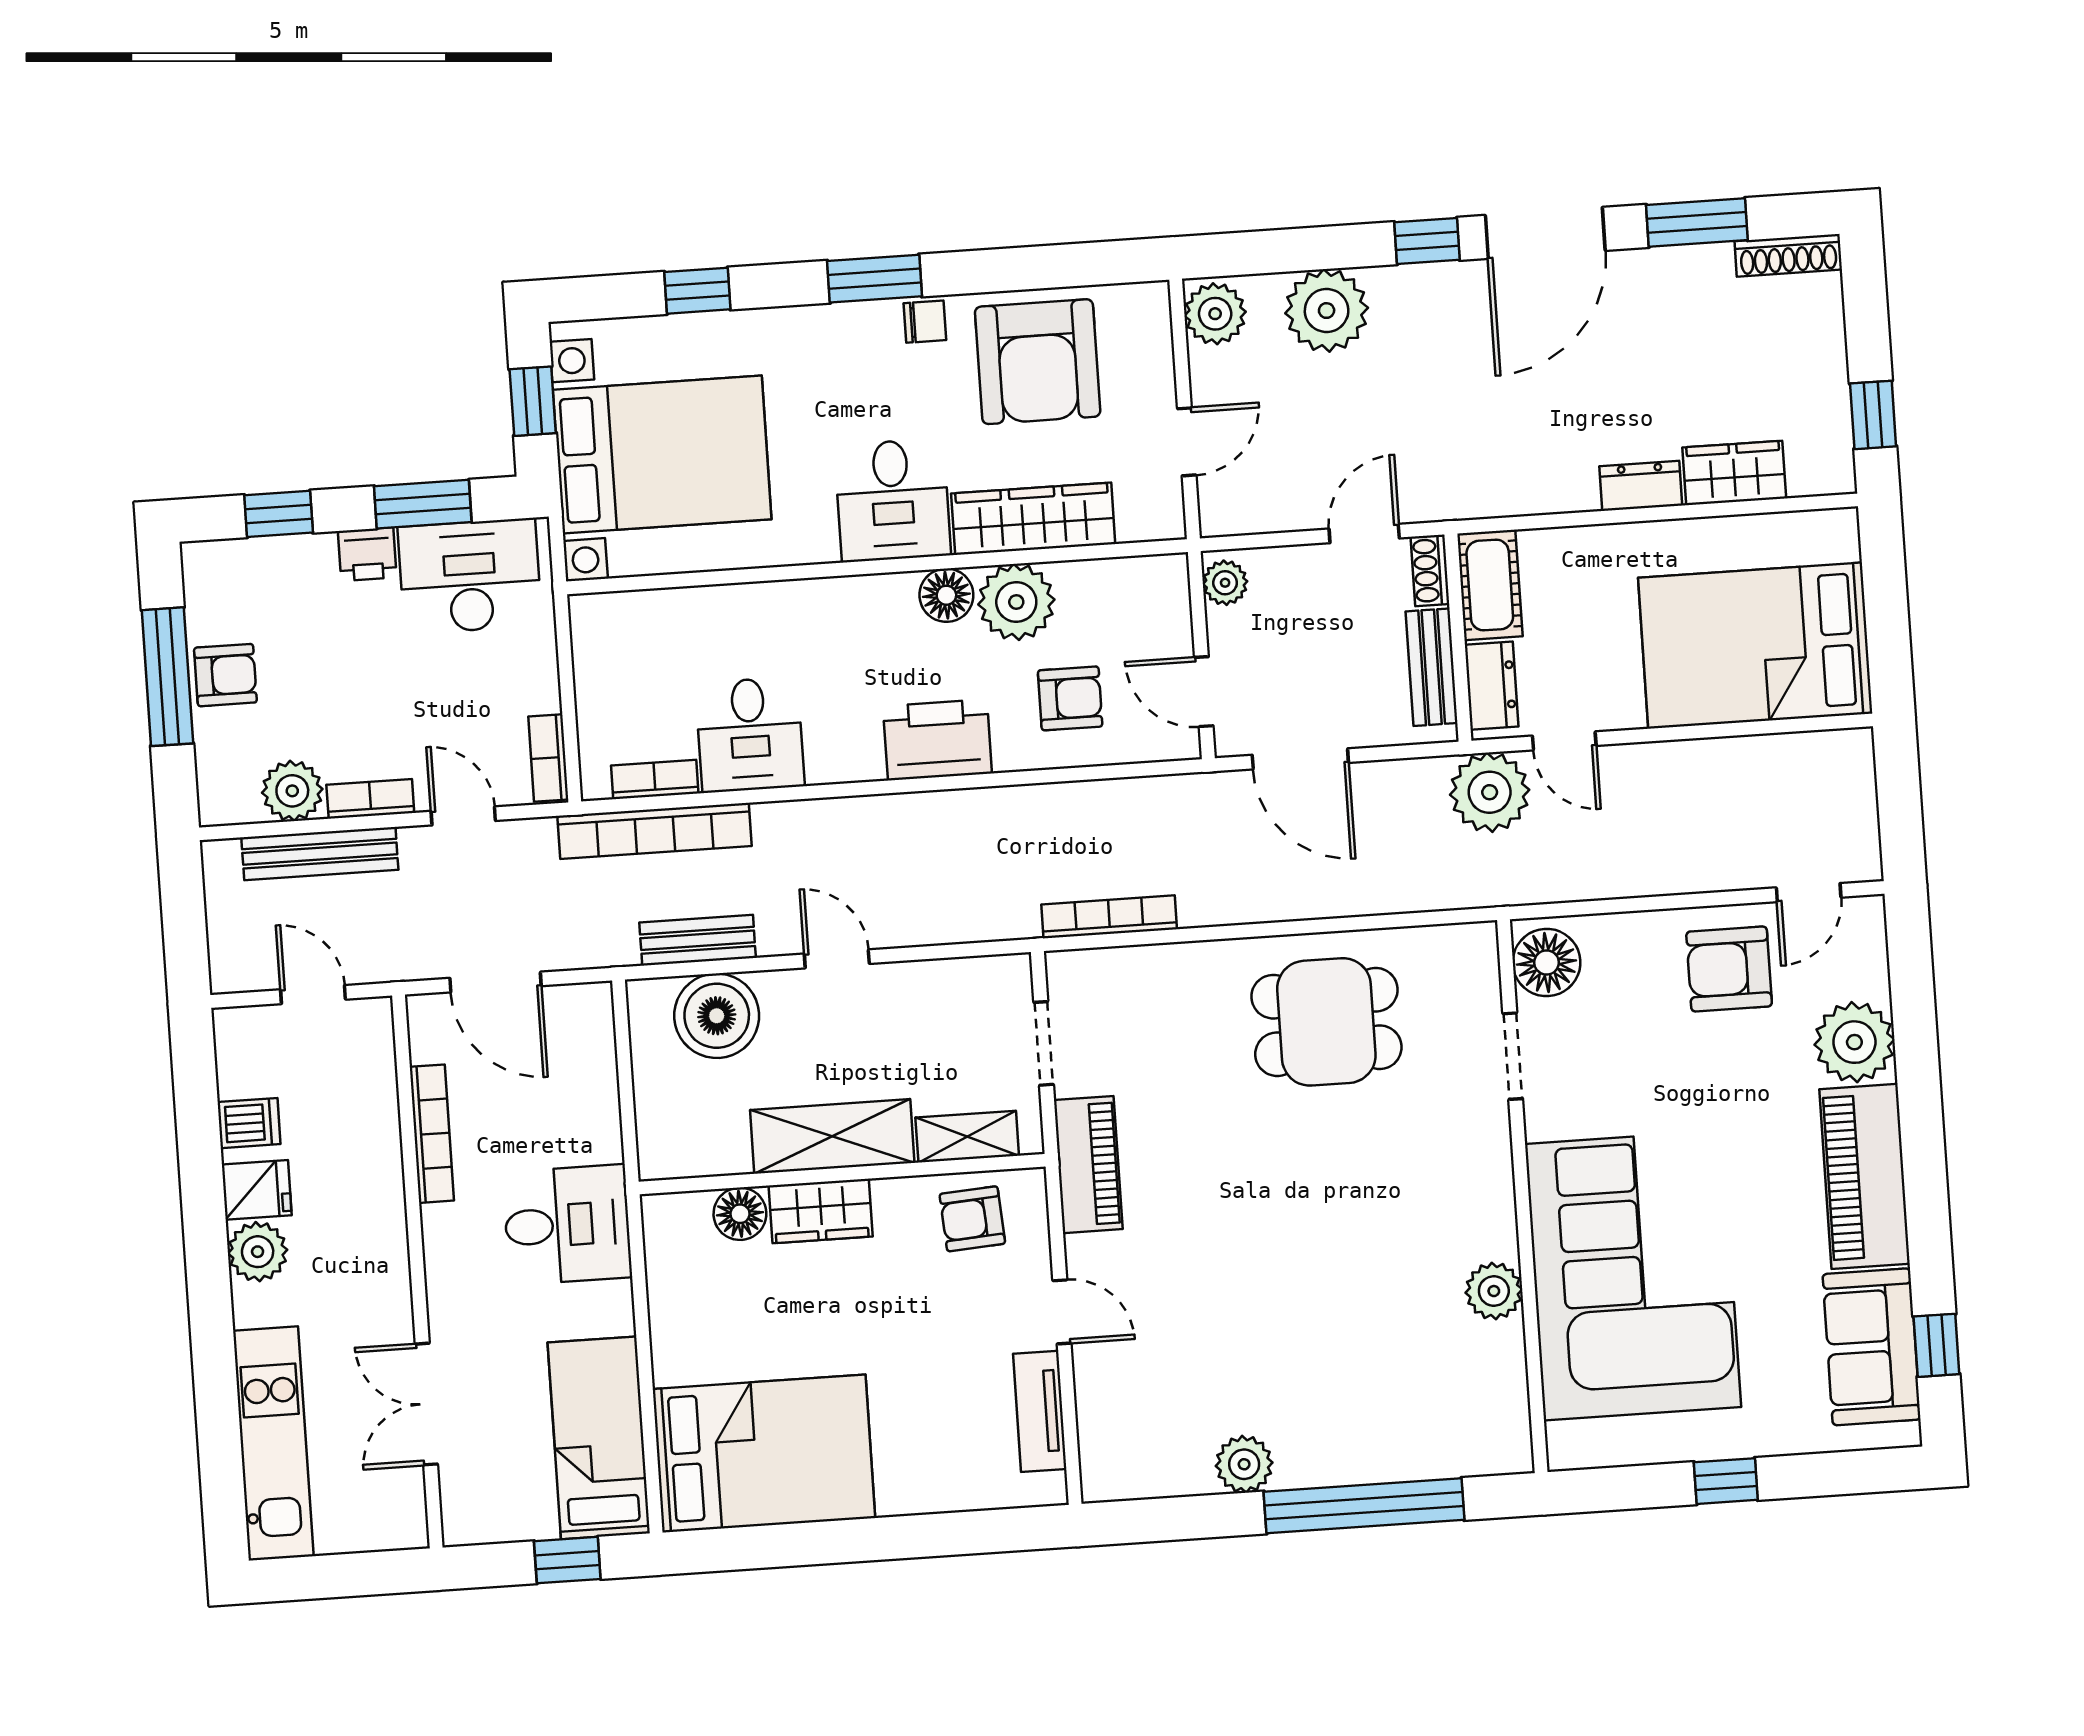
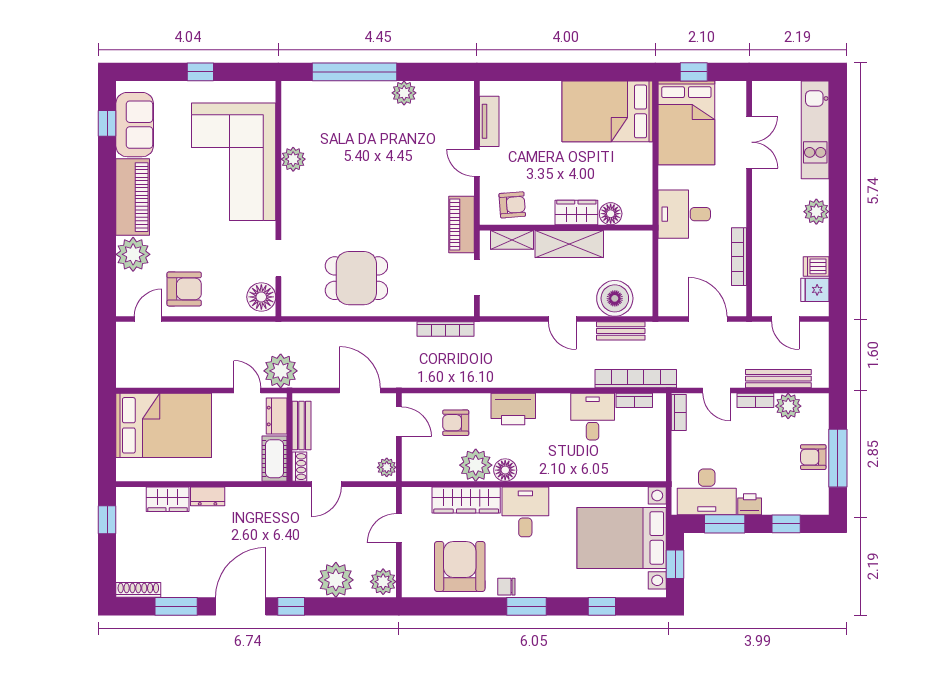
fridge: (257, 1190) -> (815, 290), moved
bed: (599, 1438) -> (686, 123), width x1.50

